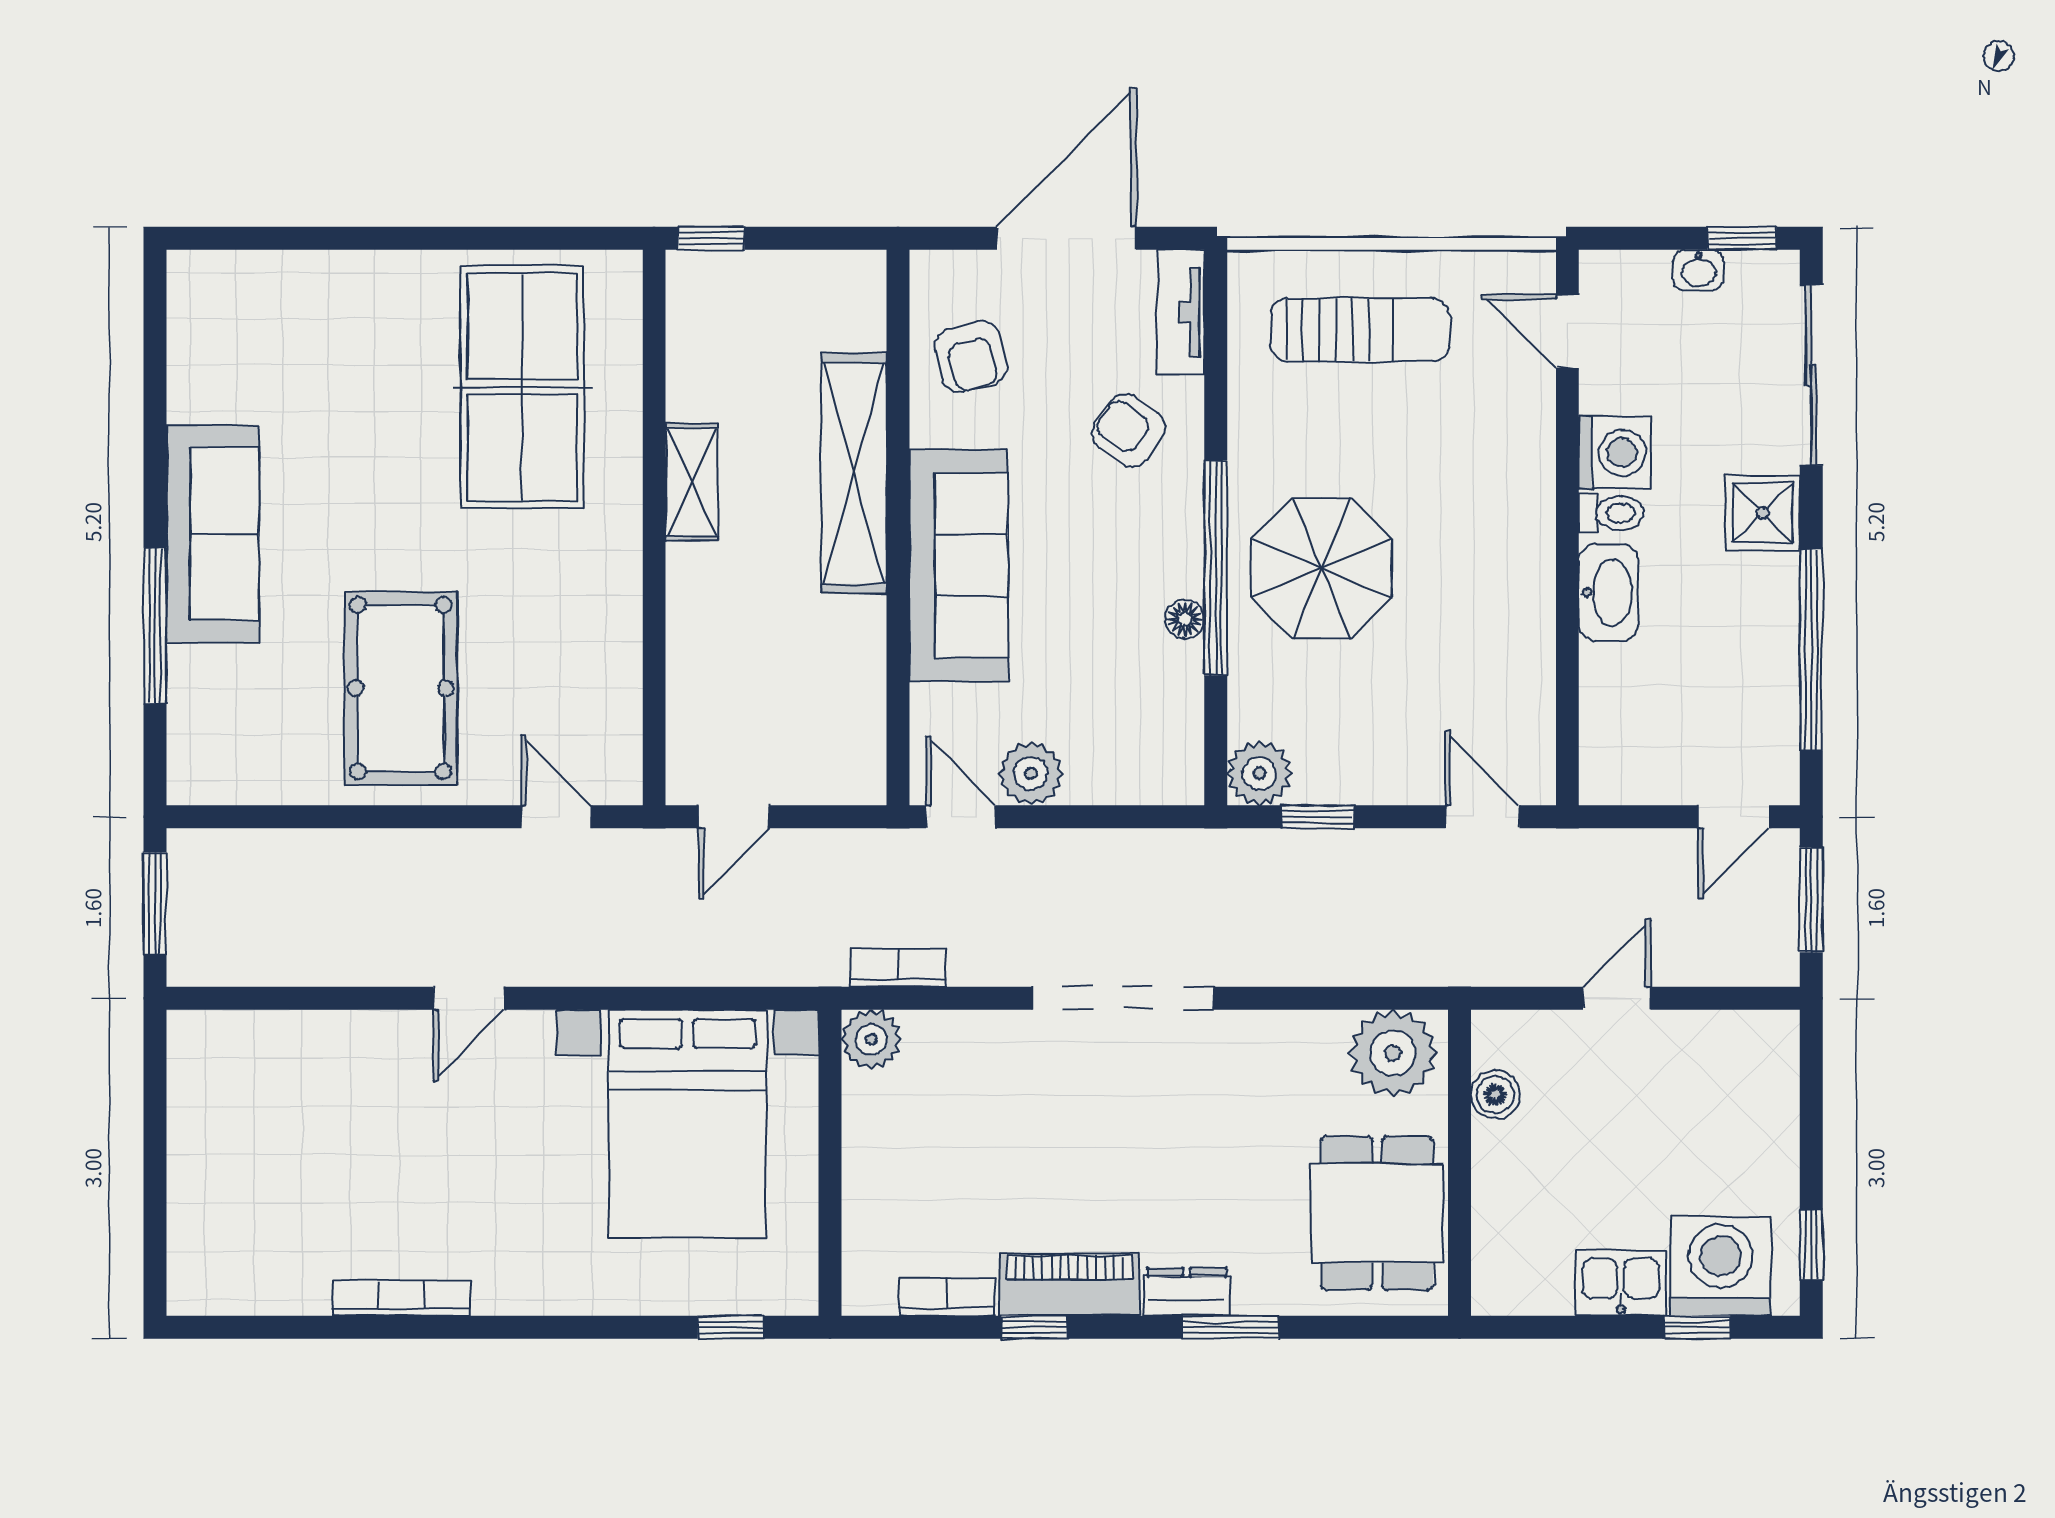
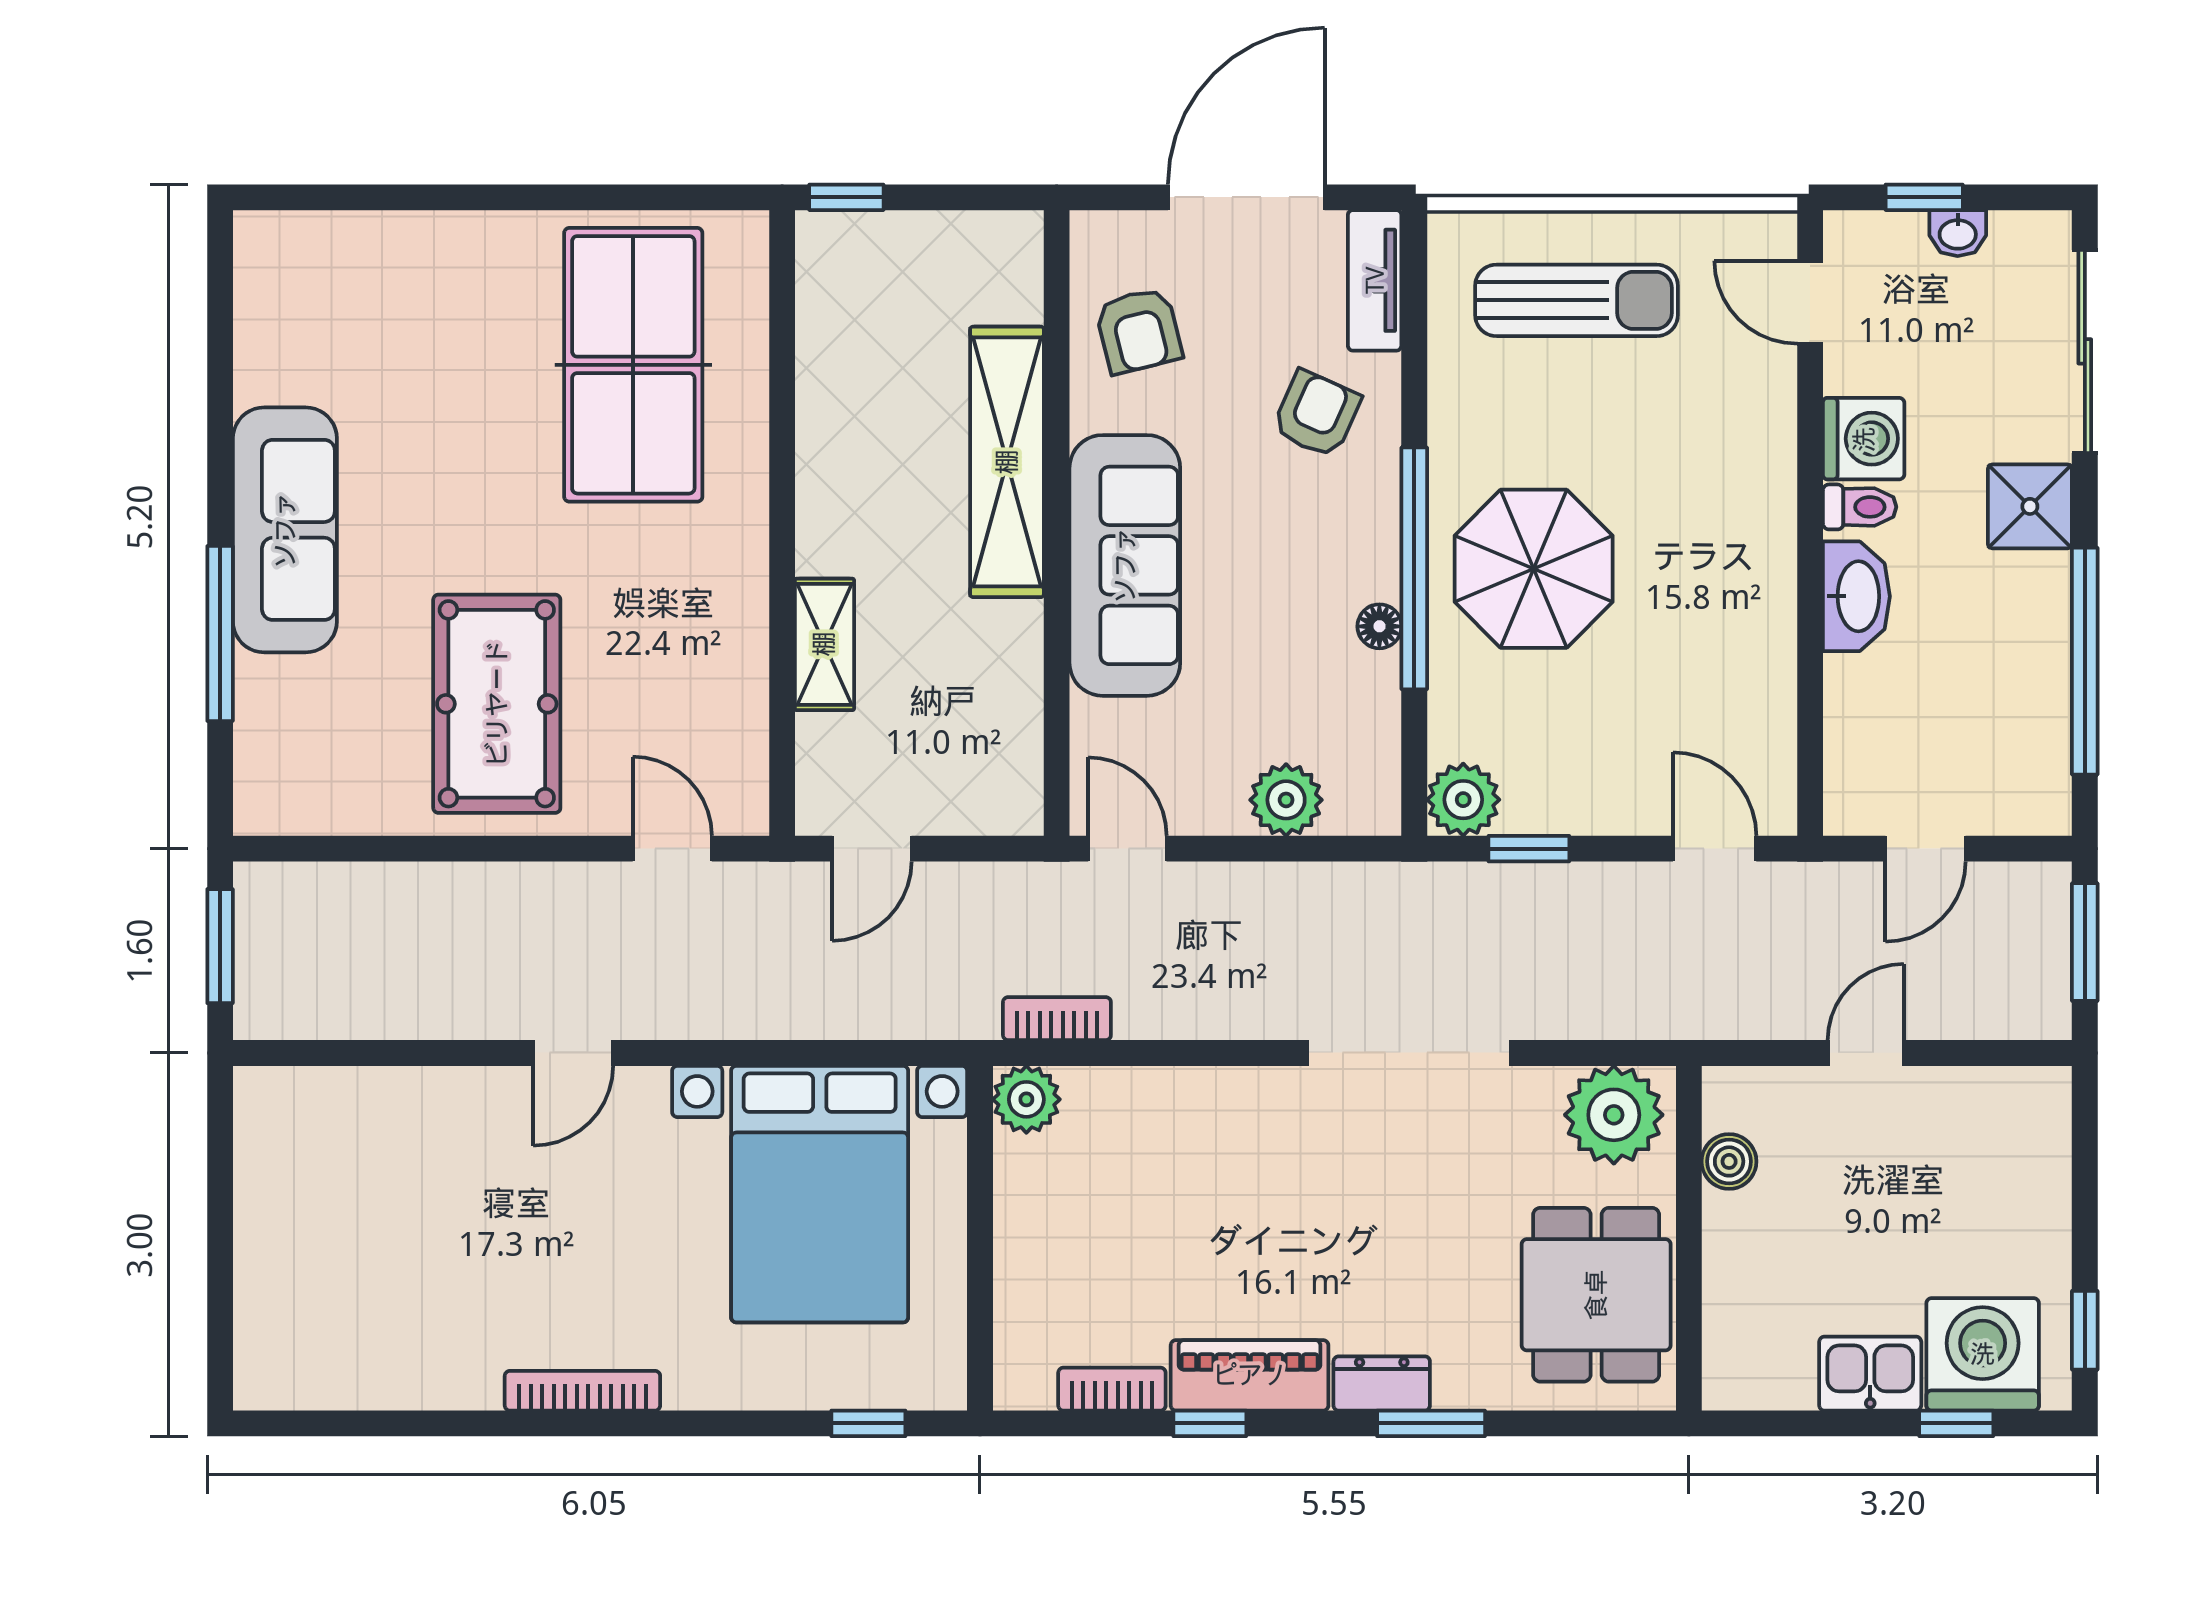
window: (1742, 238) -> (1924, 197), moved
armchair: (1129, 431) -> (1316, 414), turned 79
shelving: (692, 482) -> (824, 644), moved
plant: (1031, 773) -> (1286, 800), moved
door: (1733, 817) -> (1926, 849), moved
doorway: (1123, 998) -> (1409, 1053), moved
bookcase: (401, 1298) -> (582, 1391), moved

